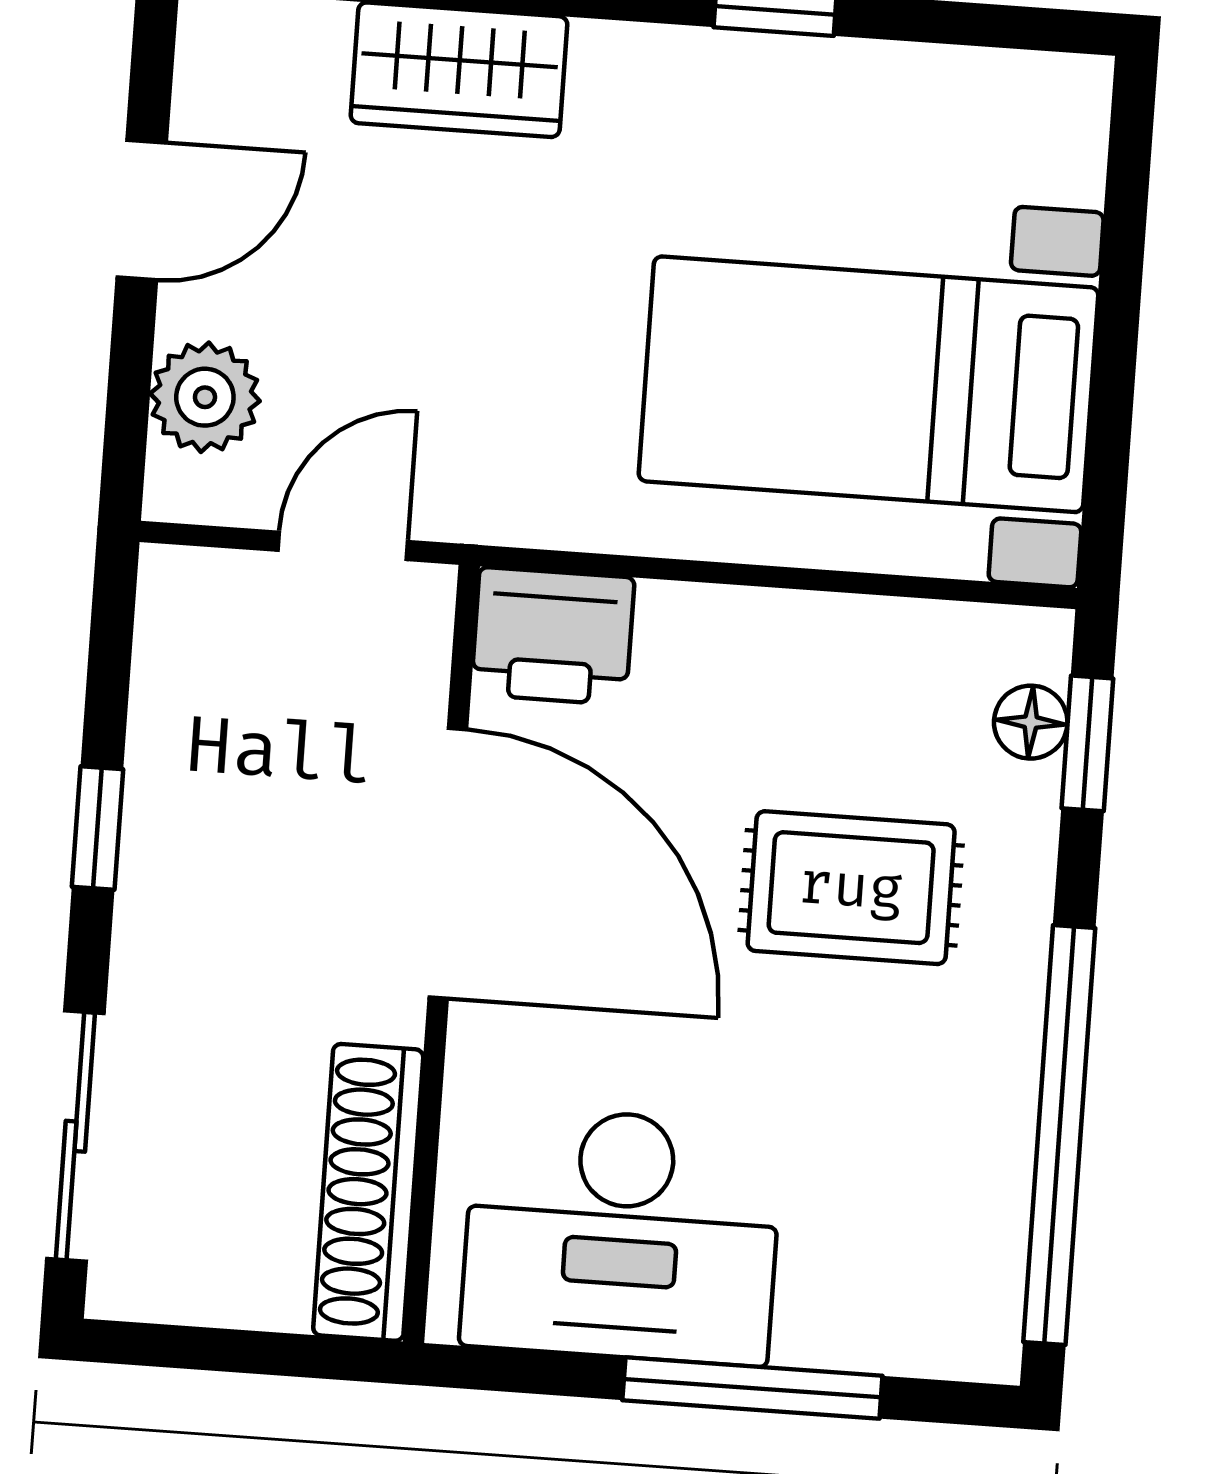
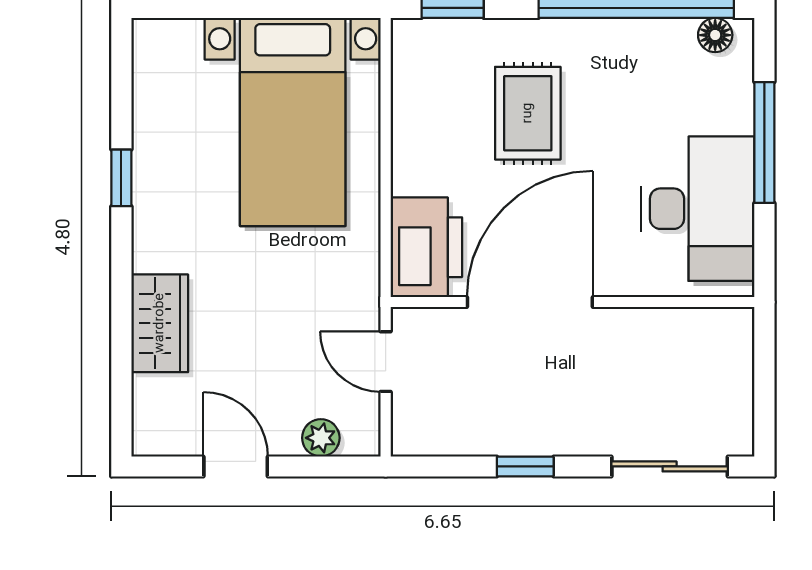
plant: (205, 397) -> (321, 438), width x0.73, depth x0.73
printer: (553, 636) -> (426, 247), width x1.37, depth x1.19
floor lamp: (1031, 722) -> (715, 35), moved
shoe rack: (368, 1192) -> (686, 328), removed

